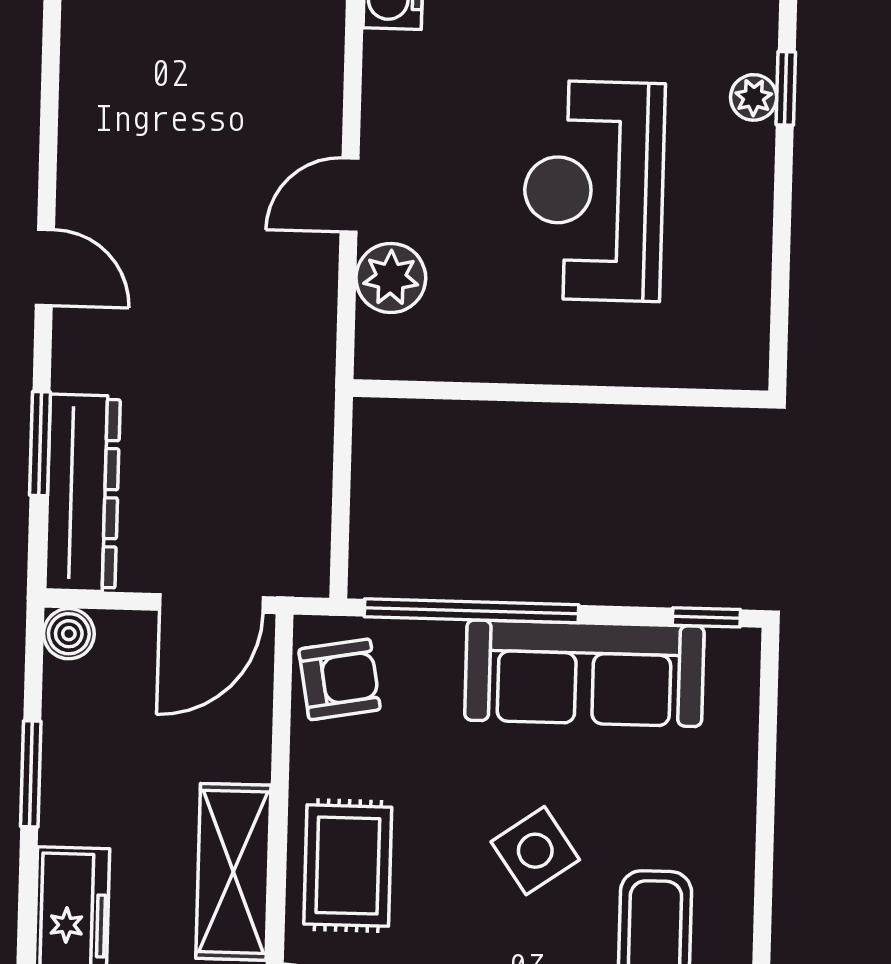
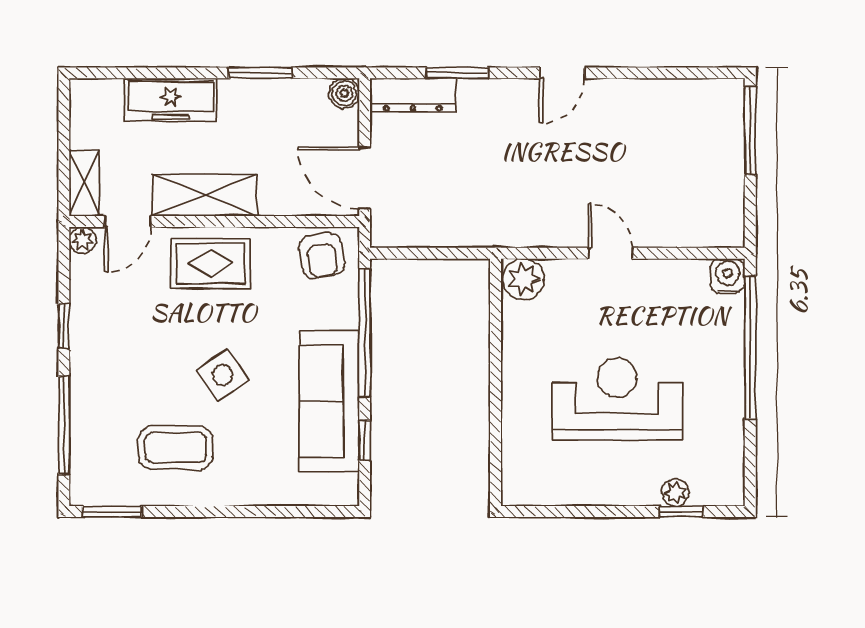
plant: (391, 278) -> (523, 279), moved
dresser: (83, 493) -> (413, 95), width x0.73, depth x0.80
window: (706, 617) -> (365, 440), moved

